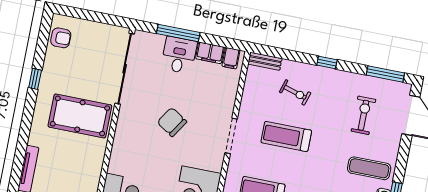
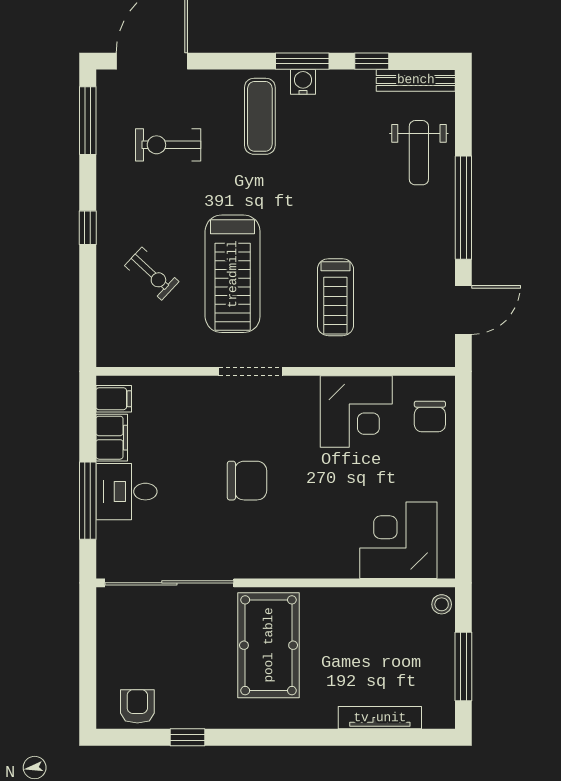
bench: (265, 61) -> (107, 338), removed
window: (35, 79) -> (188, 737), moved
exercise bike: (295, 92) -> (152, 274), turned 116
chair: (172, 122) -> (247, 481), turned -123
treadmill: (286, 136) -> (233, 274), width x1.37, depth x1.38

